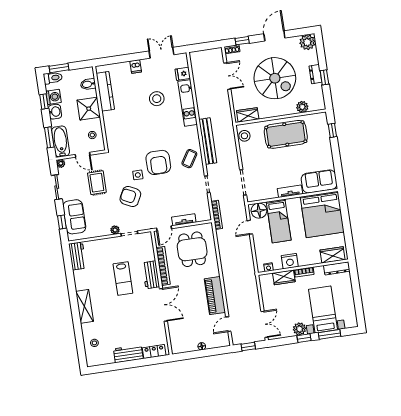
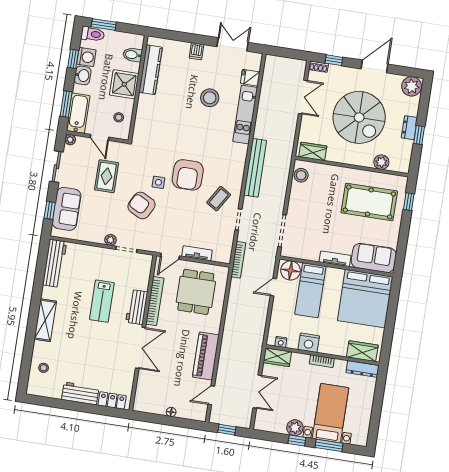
pool table: (286, 134) -> (369, 202), moved
coffee table: (189, 159) -> (219, 199), moved
workbench: (77, 256) -> (55, 263), width x1.38
wardrobe: (284, 277) -> (277, 357), moved
double door: (264, 324) -> (257, 392), moved

